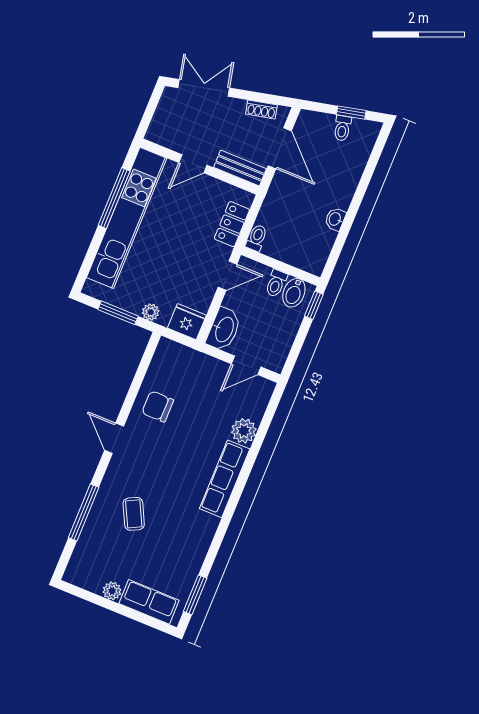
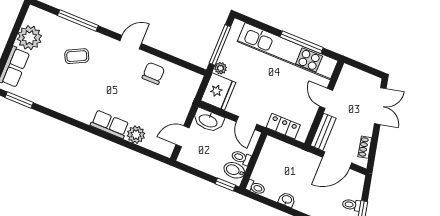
toilet: (257, 238) -> (256, 187), moved
window: (118, 313) -> (220, 45), width x1.44
fridge: (187, 322) -> (218, 92), width x1.36, depth x1.34
door: (246, 365) -> (183, 136), hinge flipped
row of seats: (225, 479) -> (110, 124), width x0.68
plant: (112, 591) -> (29, 38), width x1.87, depth x1.87

